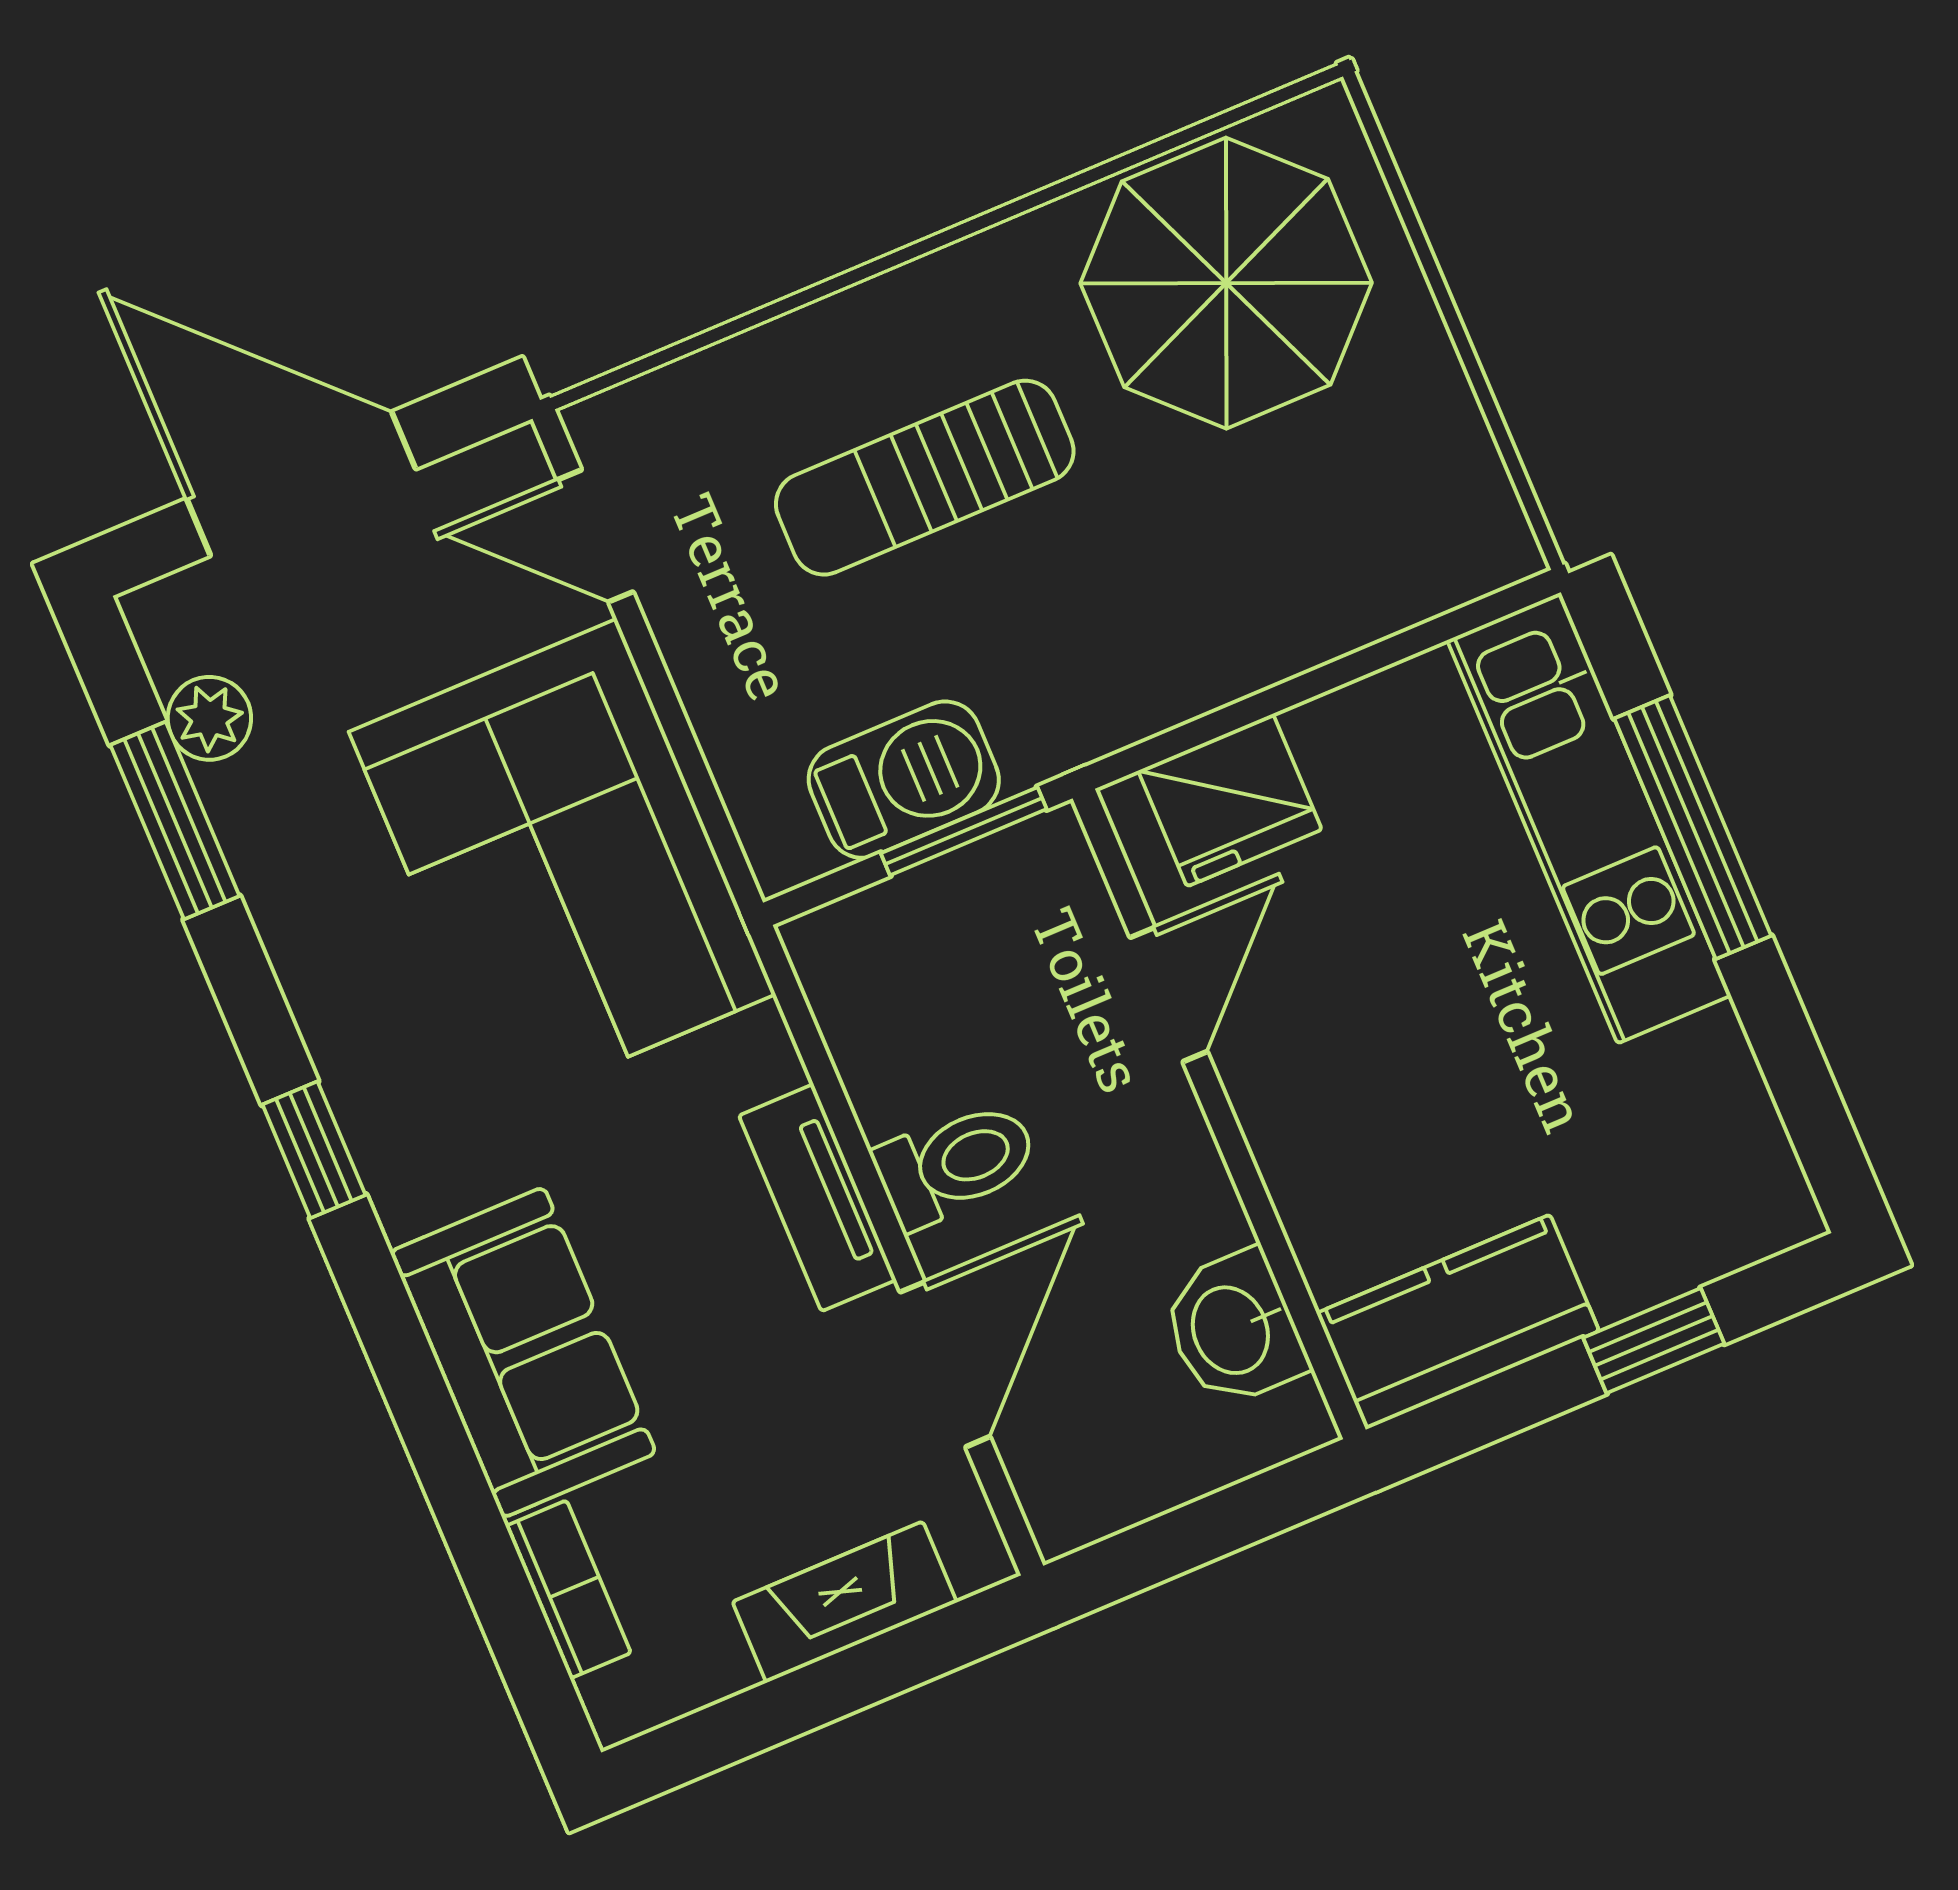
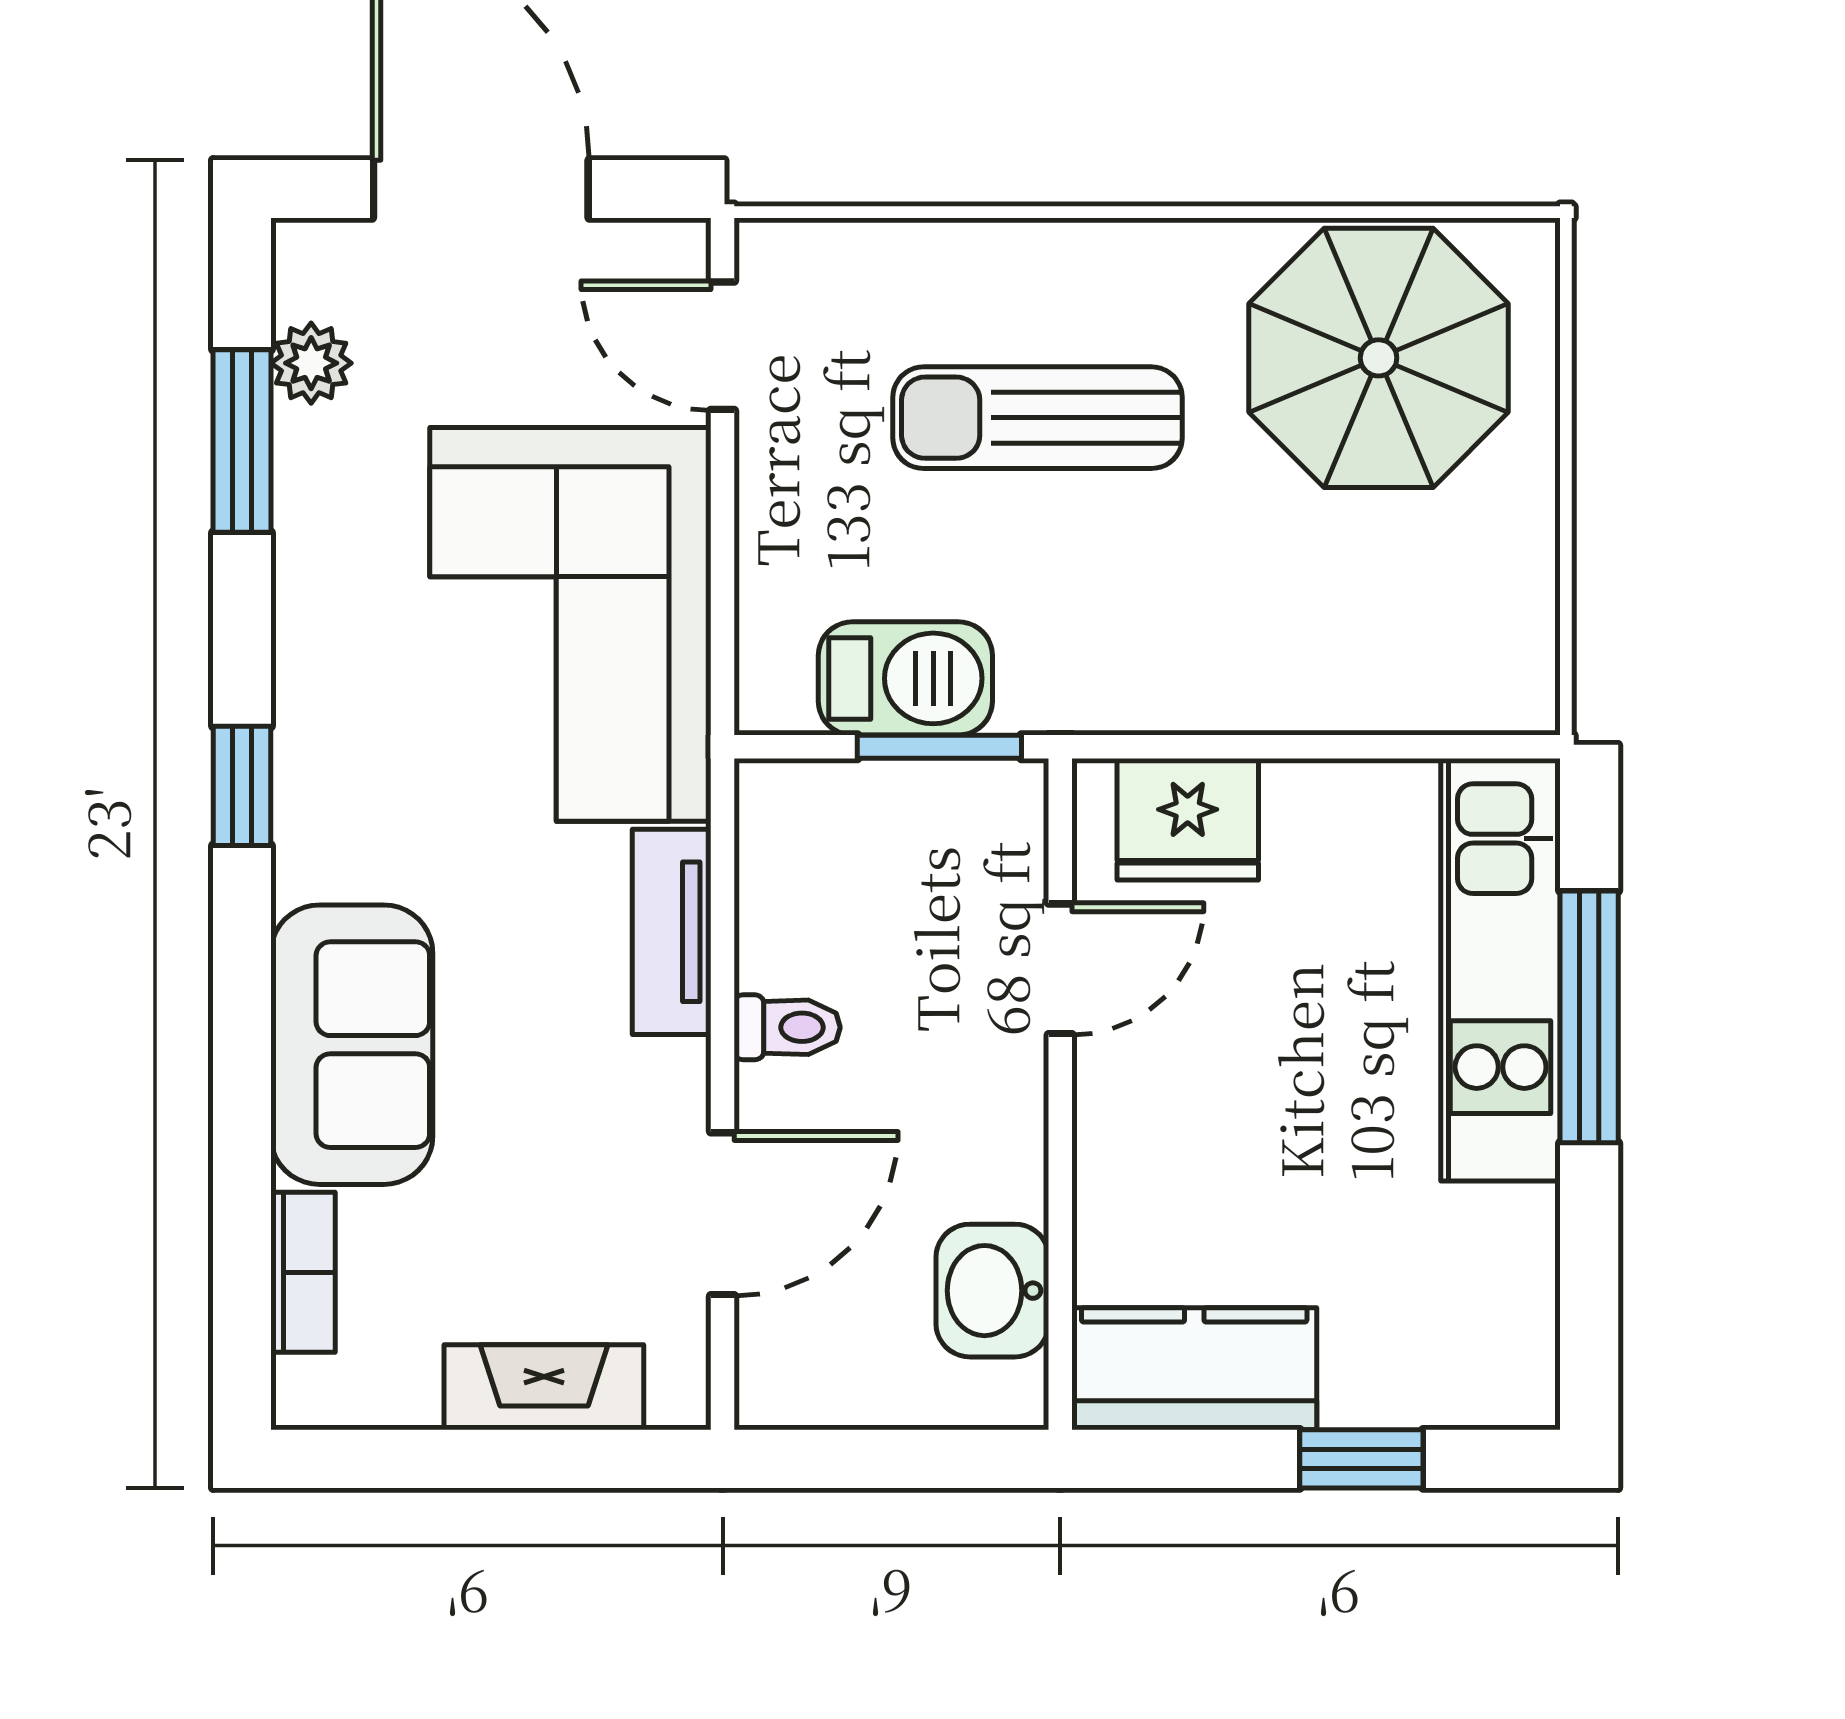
toilet: (956, 1164) -> (787, 1027), width x0.73, depth x0.72
tv unit: (818, 1198) -> (672, 932), moved

